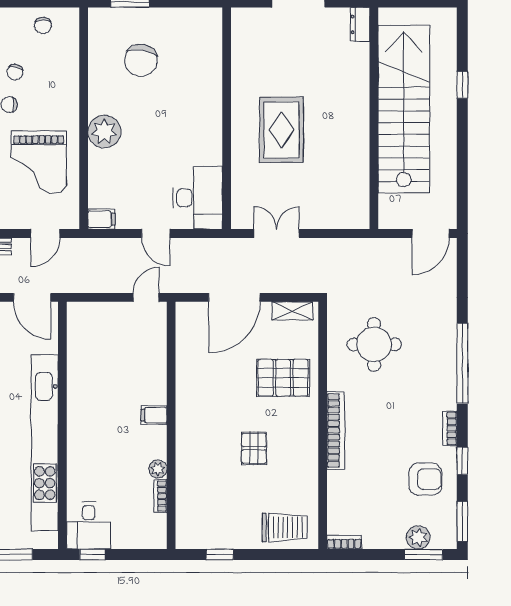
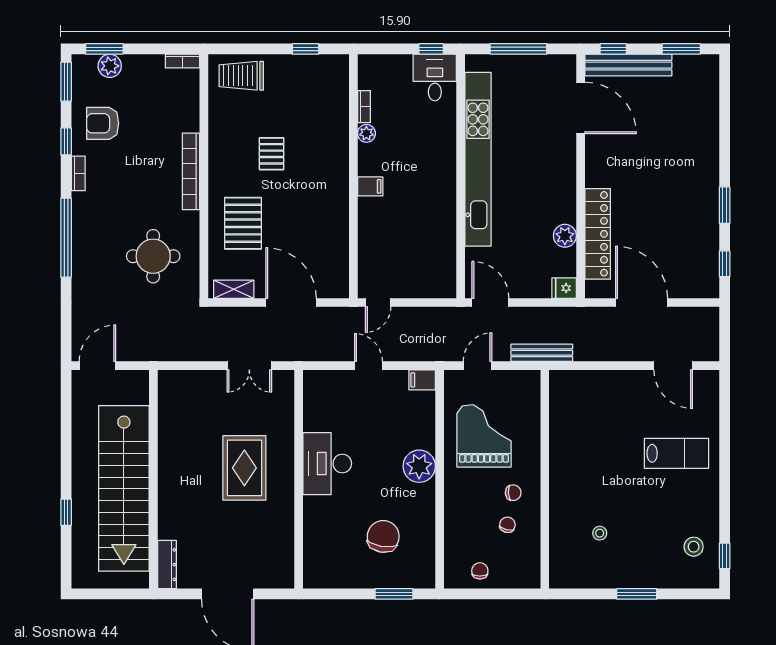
dresser: (360, 24) -> (167, 565), width x1.44
desk: (198, 198) -> (327, 464), moved
door: (234, 297) -> (291, 303), hinge flipped
pallet: (283, 378) -> (243, 223), turned 90

